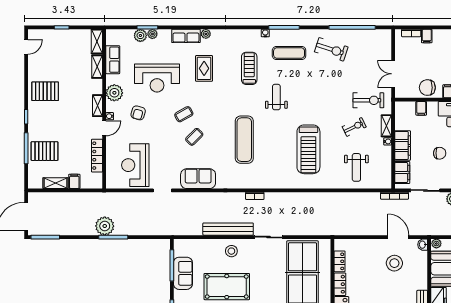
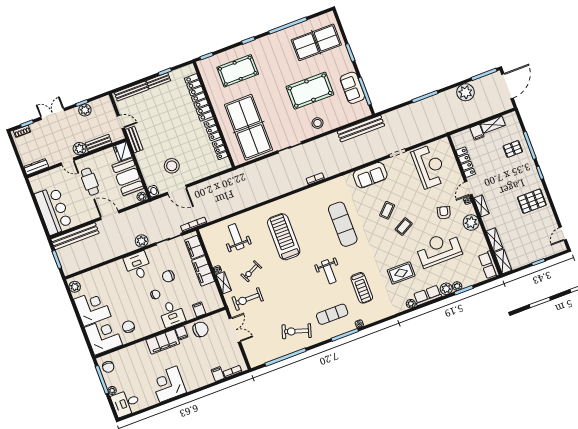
plant: (140, 35) -> (446, 289), moved
row of seats: (113, 60) -> (489, 265), moved
rug: (204, 68) -> (401, 273), turned 90
pallet: (45, 151) -> (513, 149), width x0.67, depth x0.71
plant: (105, 226) -> (466, 92), moved
bench: (228, 229) -> (361, 129), moved

